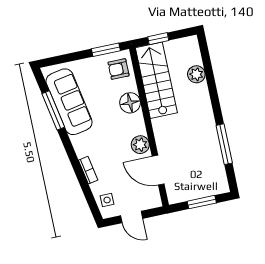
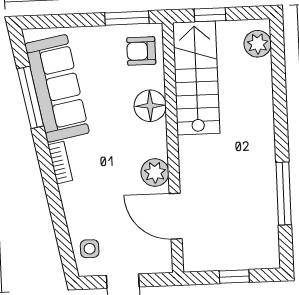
plant: (196, 74) -> (258, 44), moved
bookcase: (88, 170) -> (60, 163), moved
window: (202, 202) -> (234, 276), width x0.67

